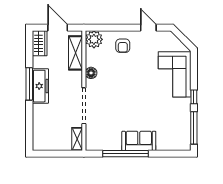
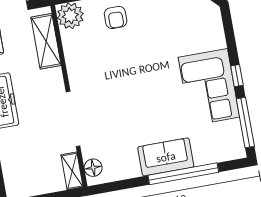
floor lamp: (91, 73) -> (93, 168), moved
corner sofa: (175, 74) -> (209, 87), moved
window: (125, 154) -> (183, 174), moved

